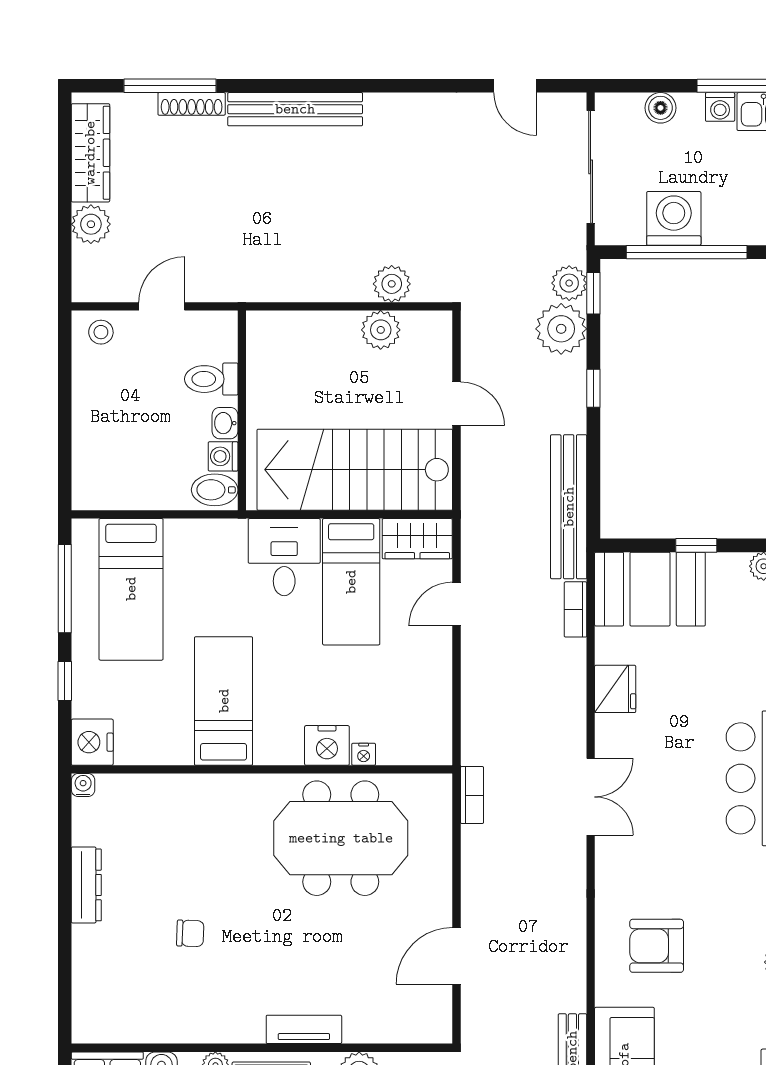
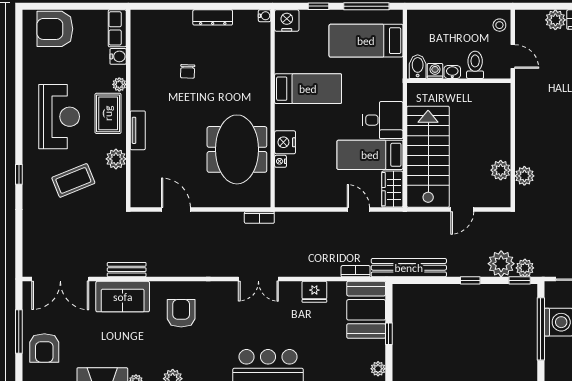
toilet: (211, 379) -> (475, 65), moved
wall: (242, 410) -> (459, 81), moved
washbasin: (225, 423) -> (452, 72), moved
washing machine: (223, 456) -> (435, 71), moved
bidet: (215, 490) -> (418, 67), moved

